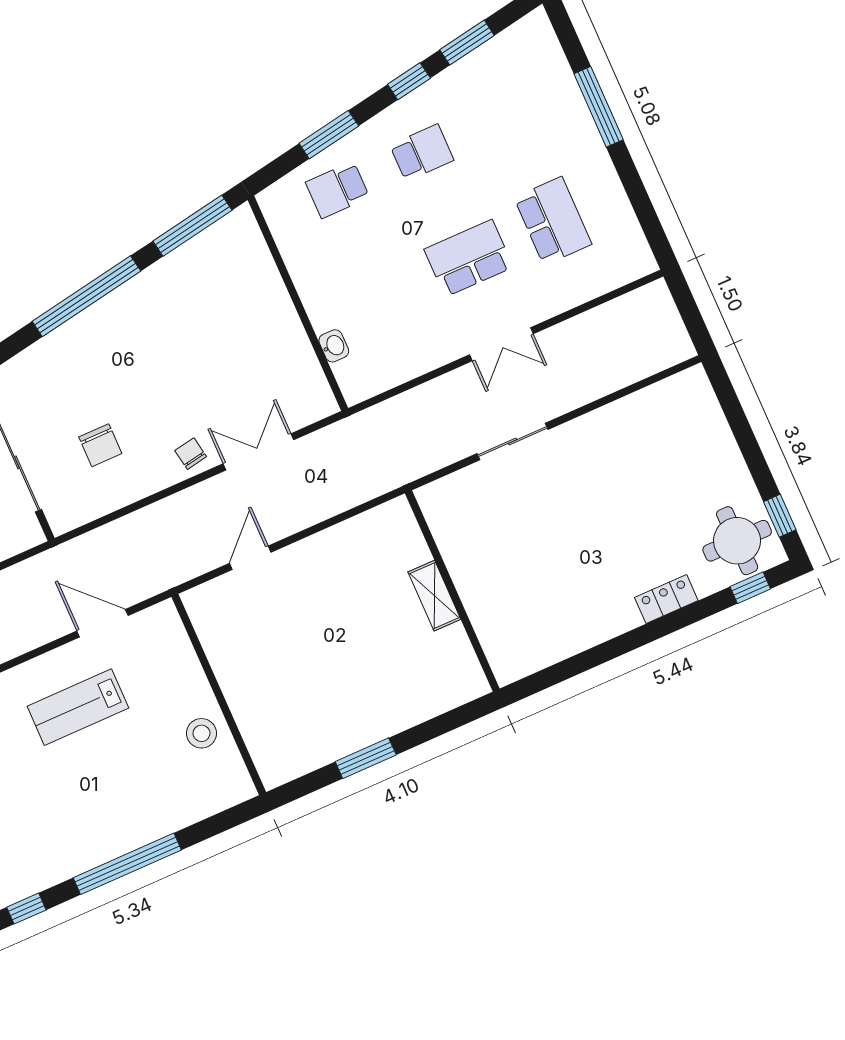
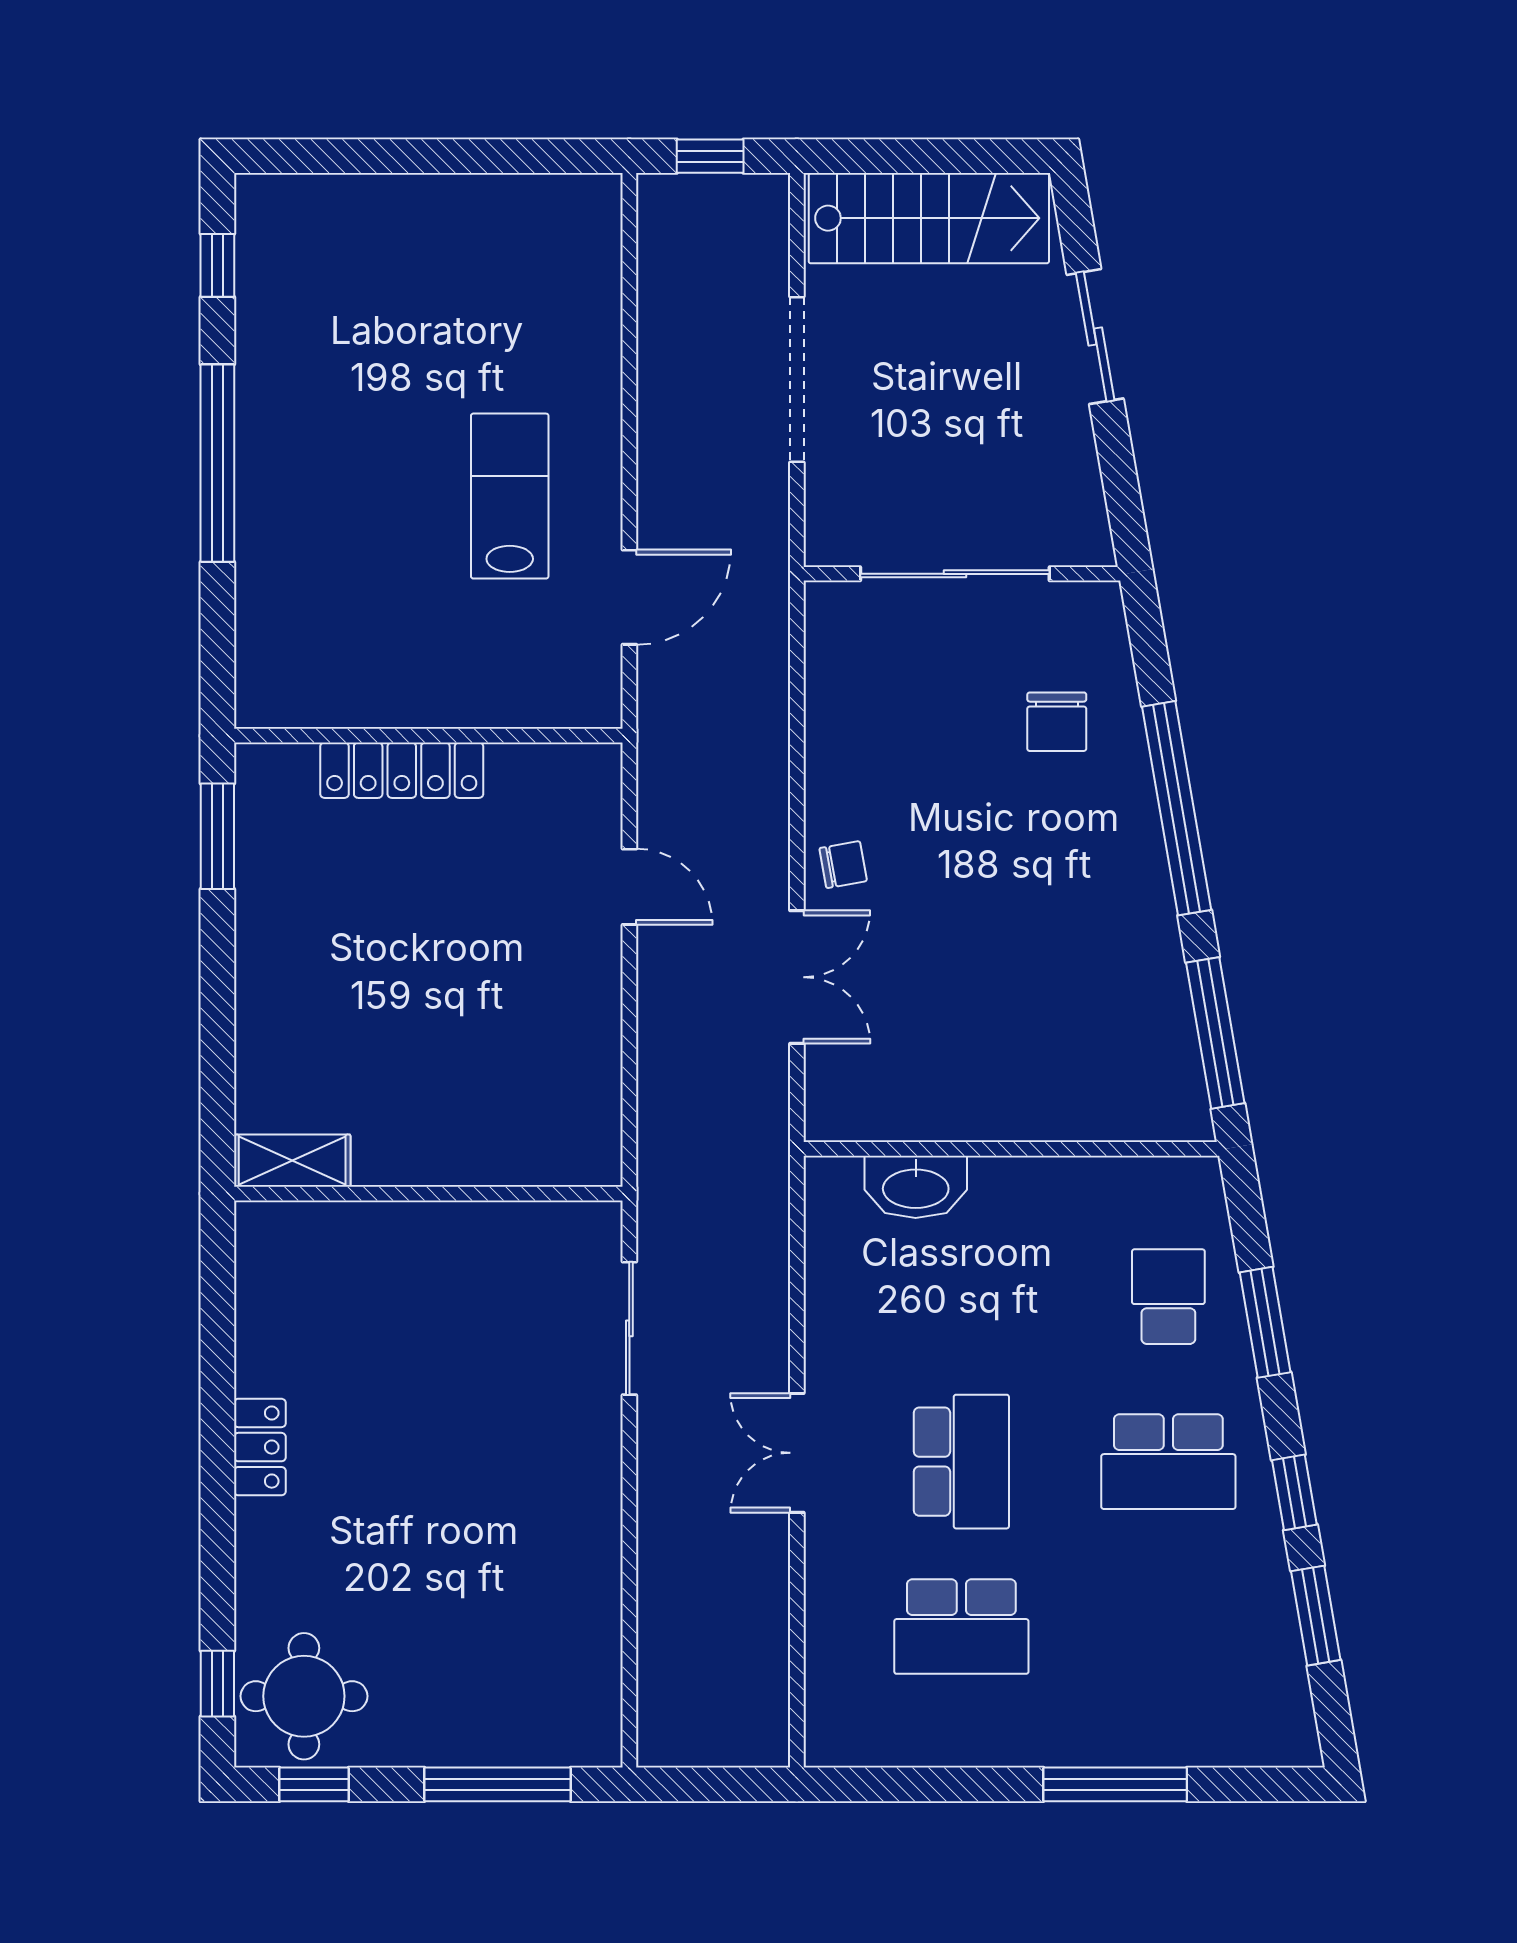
school desk: (422, 153) -> (1168, 1462), width x1.85
washbasin: (334, 346) -> (916, 1187), width x1.91, depth x1.45
window: (738, 422) -> (498, 1784), added
sliding door: (513, 441) -> (629, 1328), moved
chair: (100, 445) -> (1057, 722), moved, turned -90
shelving: (434, 596) -> (292, 1161), moved
locker: (666, 599) -> (260, 1447), moved
locker: (242, 700) -> (402, 770), added
stool: (201, 733) -> (377, 679), removed
window: (366, 758) -> (217, 836), moved

